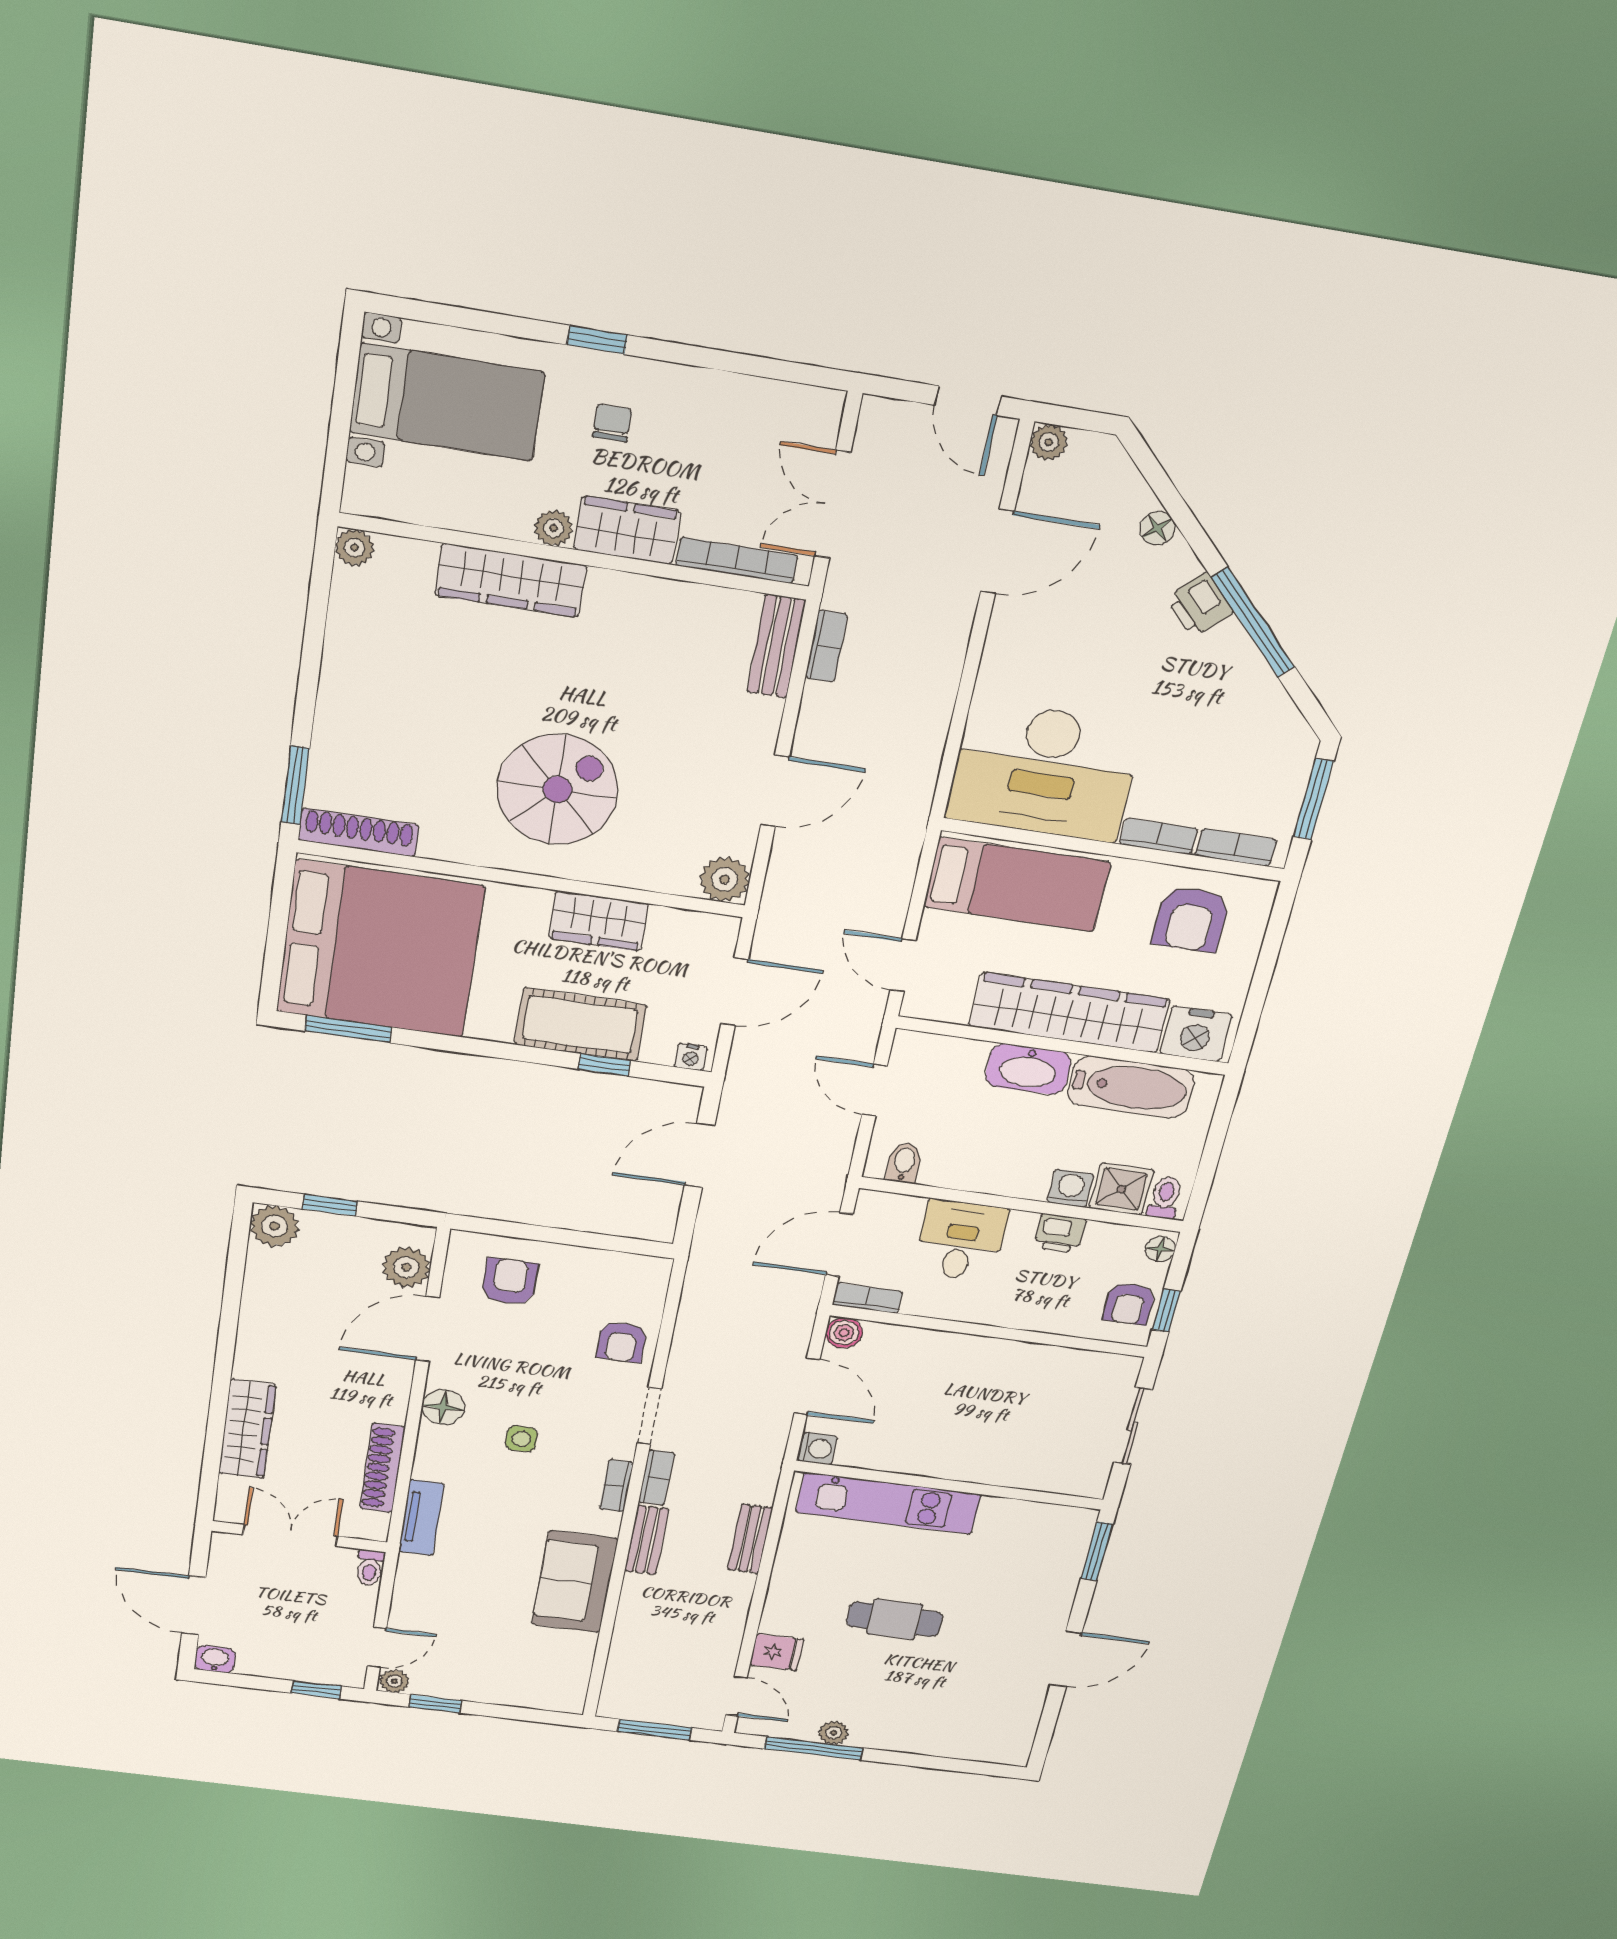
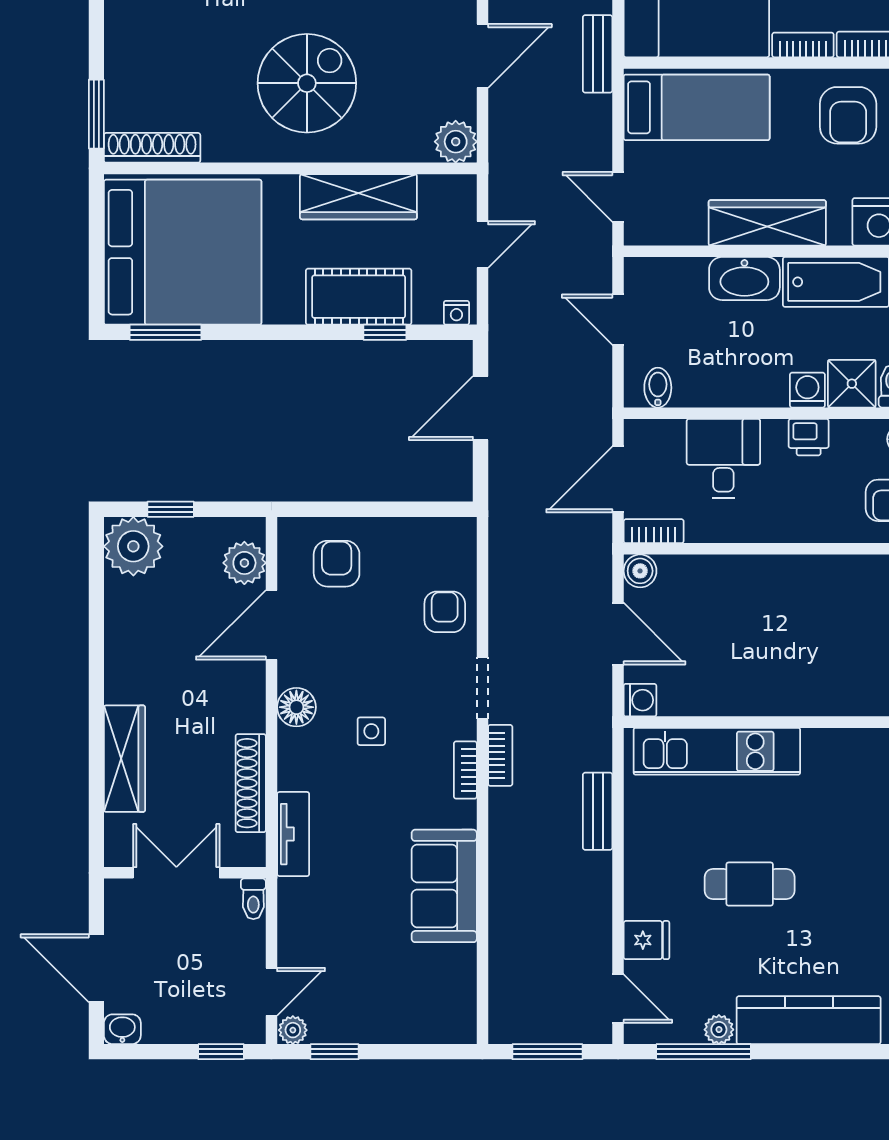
wardrobe: (598, 921) -> (358, 197), width x1.50
door: (735, 992) -> (482, 244), width x0.73
wardrobe: (1070, 1013) -> (767, 223), width x0.71, depth x0.85
plant: (275, 1226) -> (133, 546), width x1.36, depth x1.36
armchair: (622, 1342) -> (445, 612), turned 180
bench: (647, 1540) -> (598, 54), moved
kitchen counter: (926, 1736) -> (809, 1020), added

